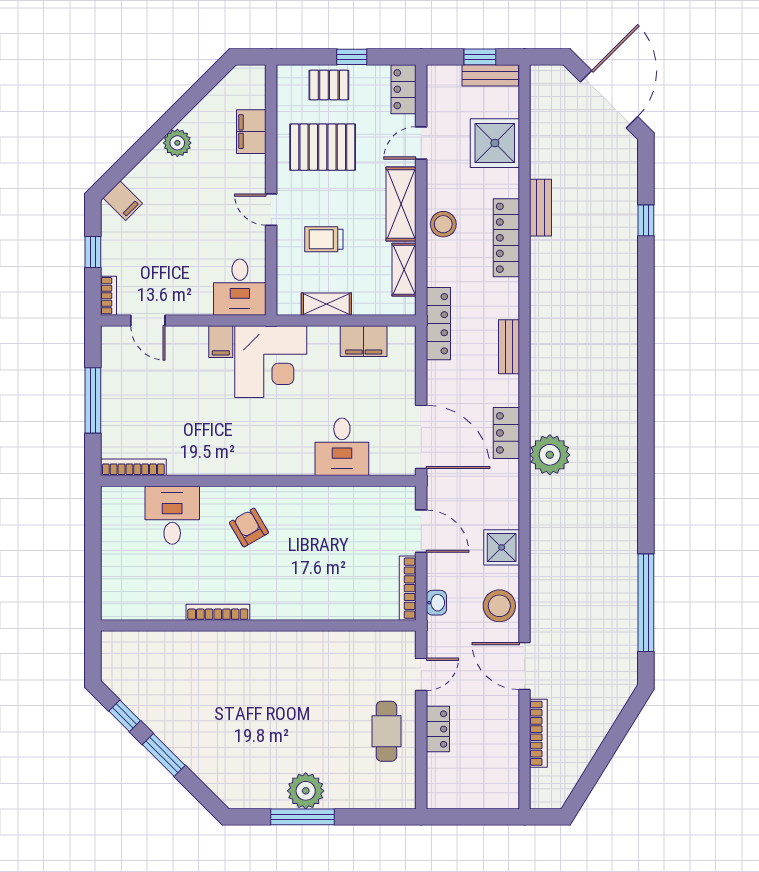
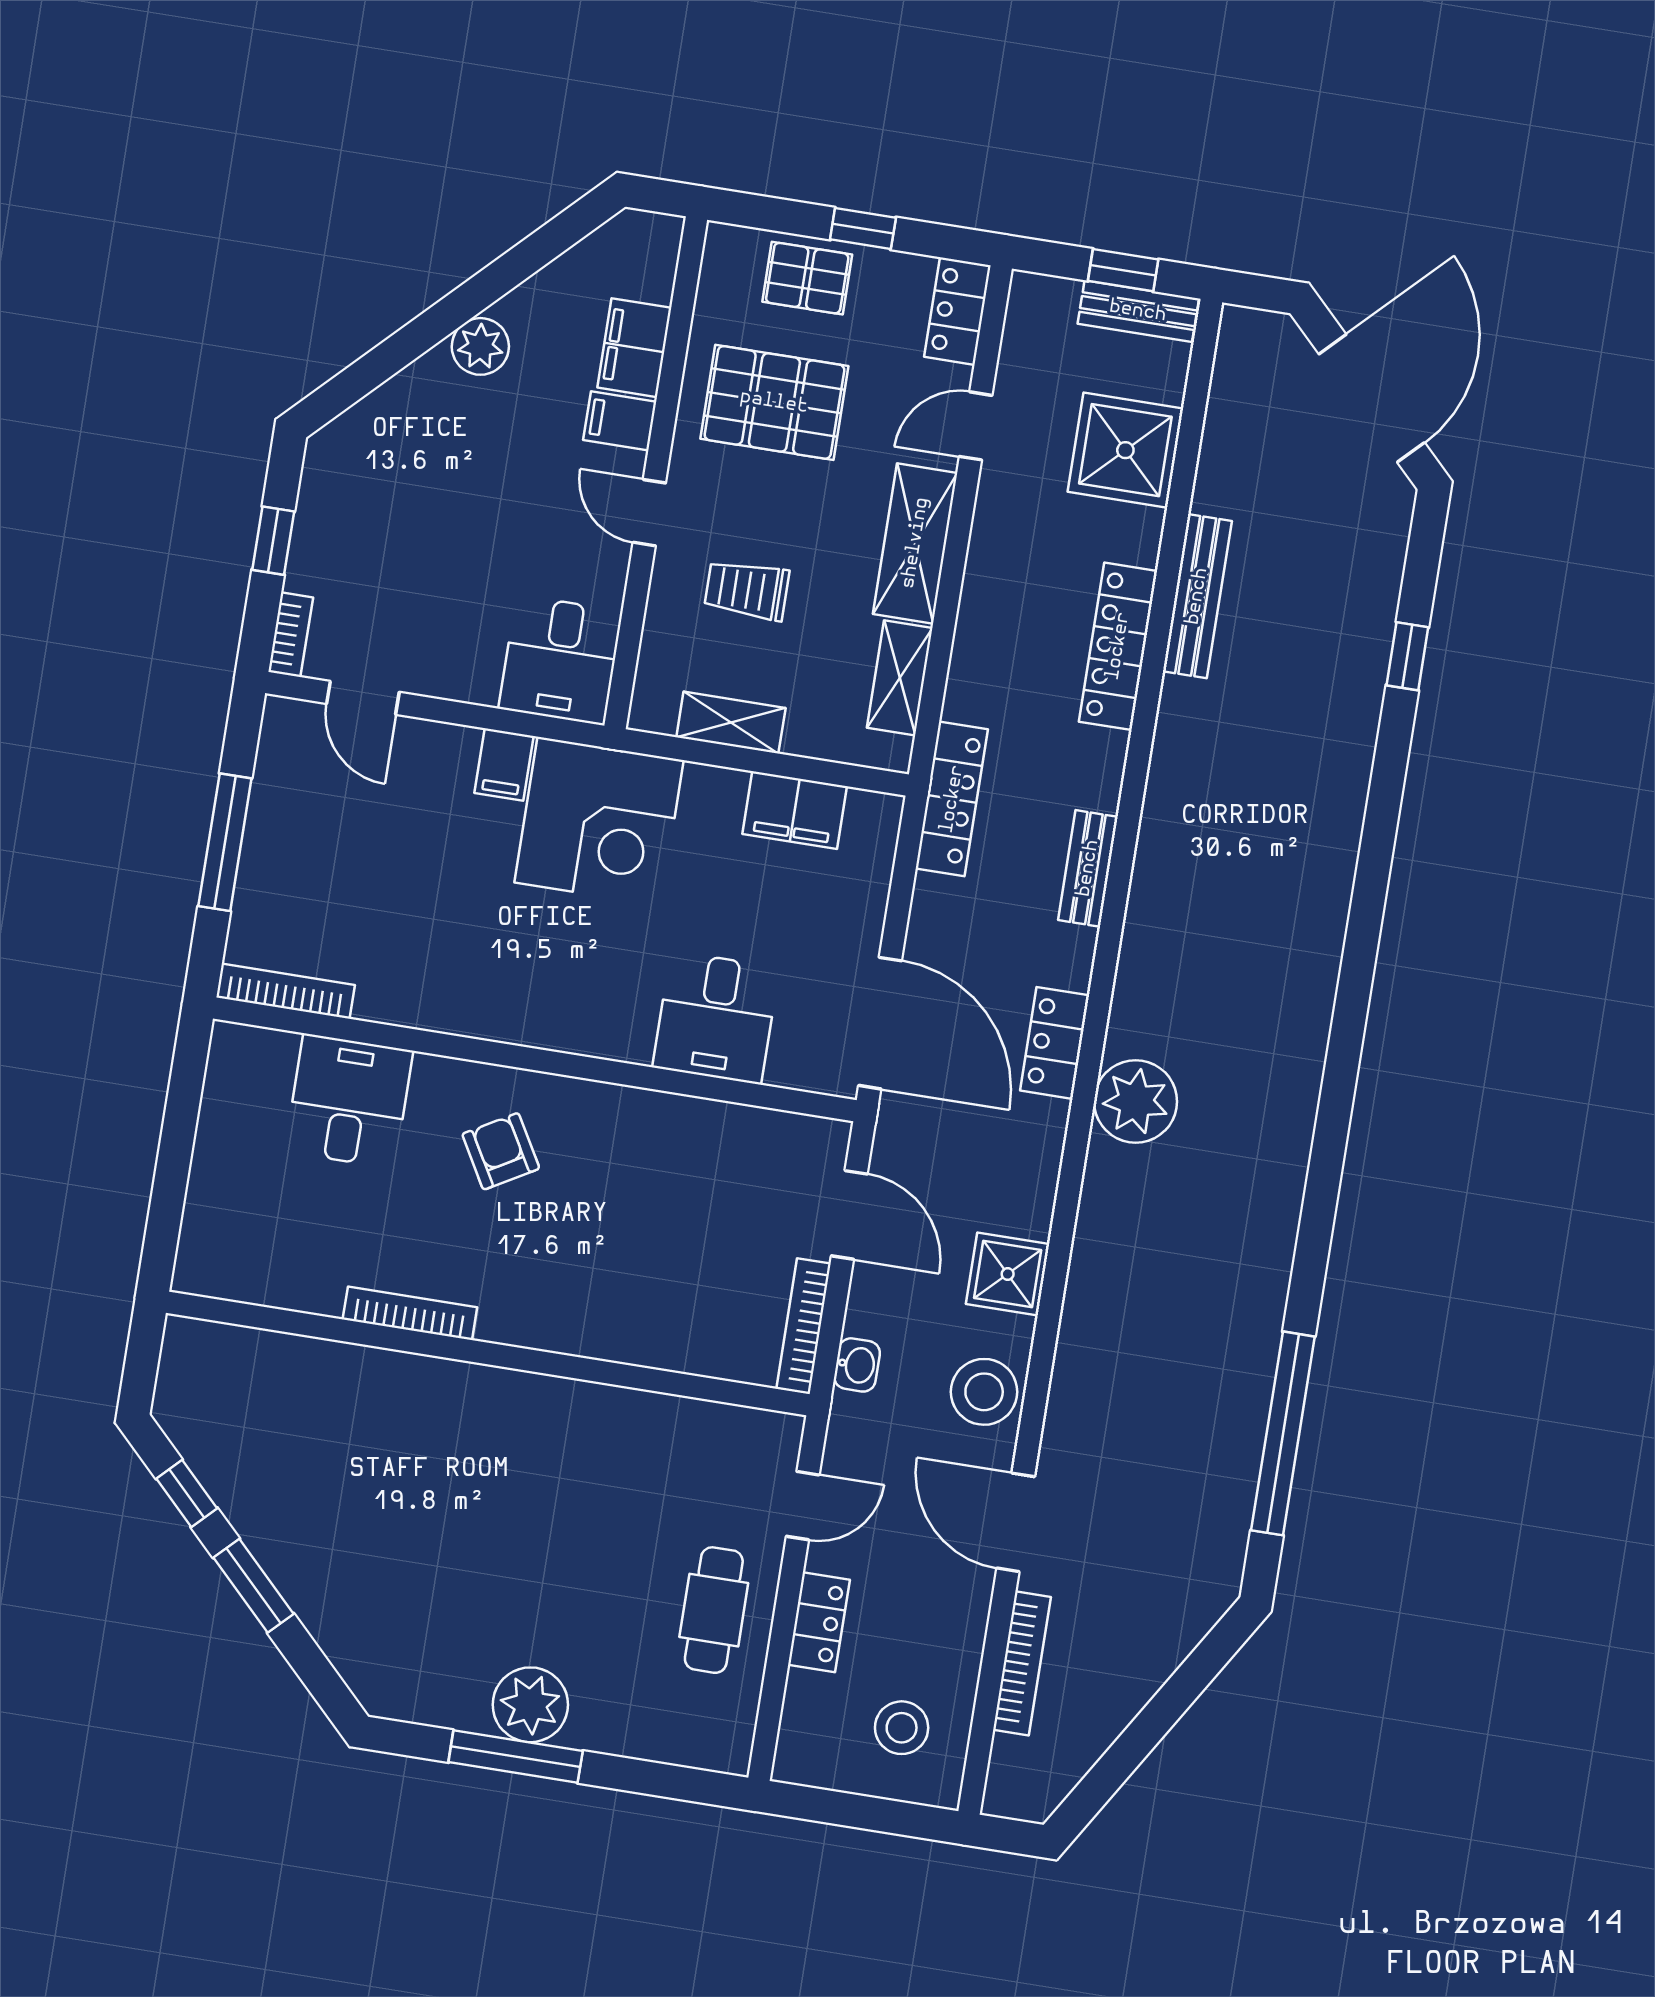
filing cabinet: (123, 201) -> (620, 421), moved, turned 135
bench: (541, 208) -> (1197, 596), width x1.36
stool: (443, 224) -> (902, 1728), moved

